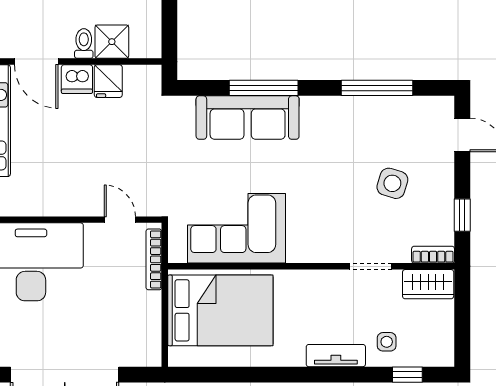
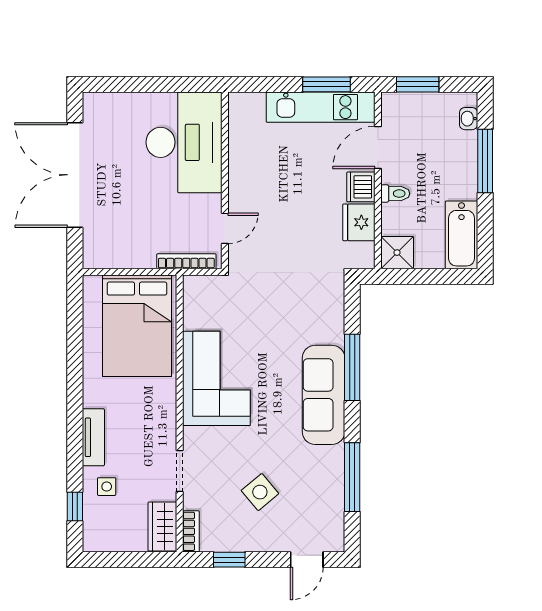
shower: (112, 42) -> (397, 253), moved
fridge: (108, 81) -> (359, 222), width x1.38
sofa: (248, 118) -> (324, 395), moved
side table: (392, 183) -> (260, 492), turned 33
corner sofa: (236, 228) -> (216, 378), moved

